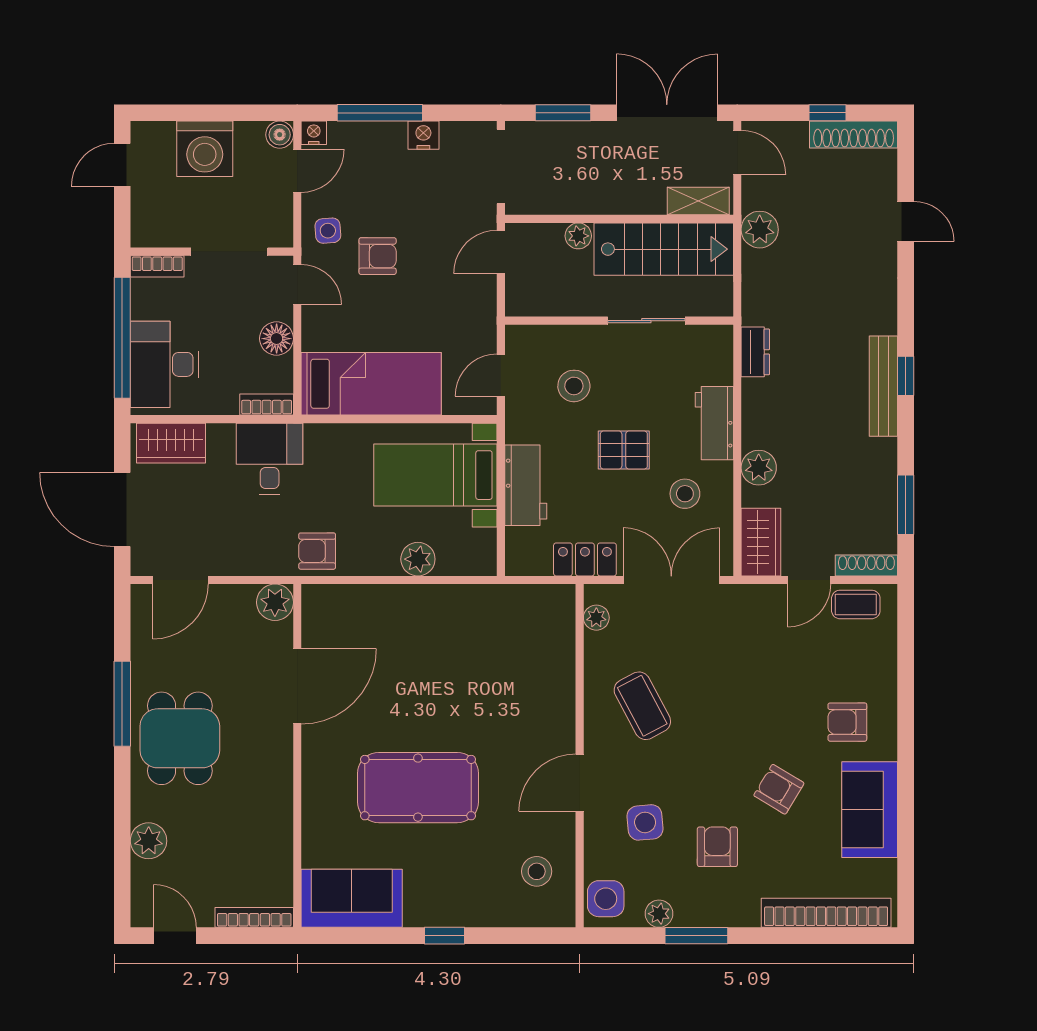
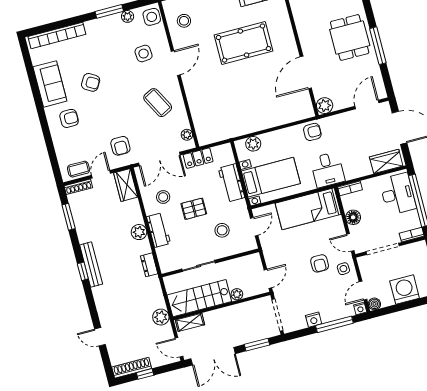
armchair: (378, 256) -> (320, 263), turned -90
desk: (270, 459) -> (327, 170), moved
plant: (759, 468) -> (139, 232), moved
plant: (418, 559) -> (253, 144), moved
armchair: (717, 847) -> (120, 146), moved

